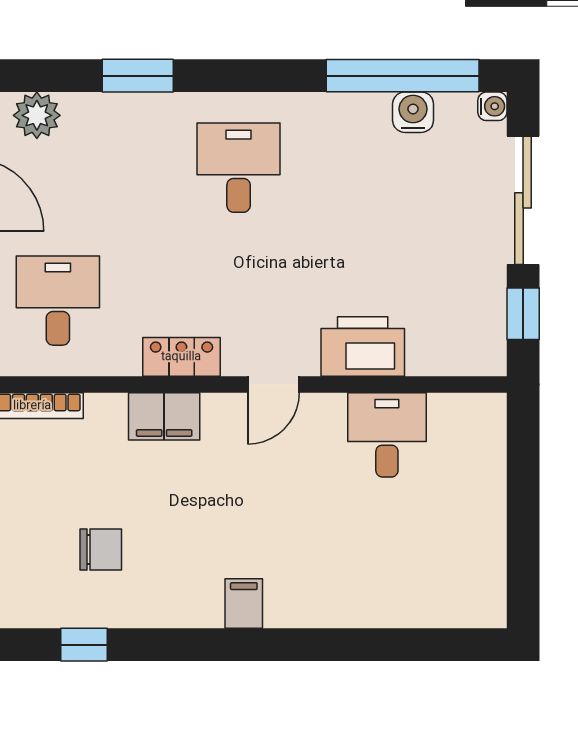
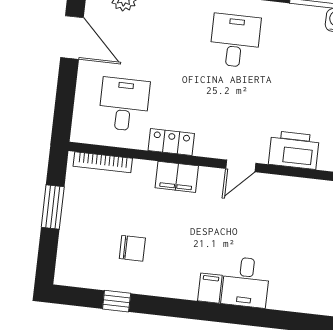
locker: (181, 357) -> (171, 142), moved
desk: (387, 435) -> (246, 282), moved, turned 180

